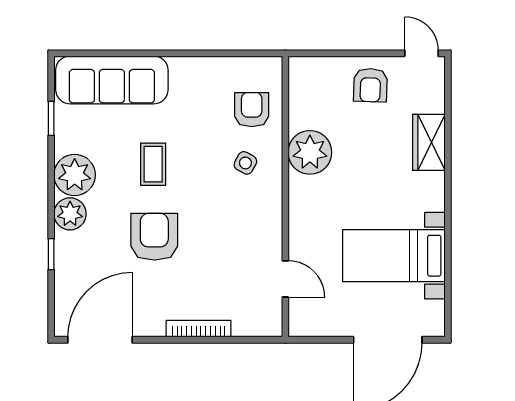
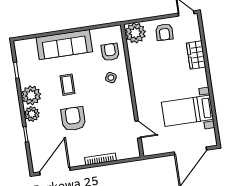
sofa: (112, 80) -> (64, 45), moved
plant: (310, 152) -> (135, 33), moved

